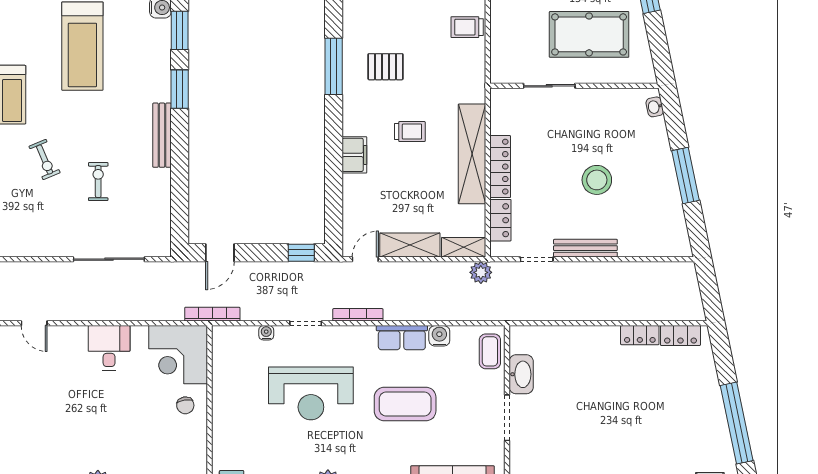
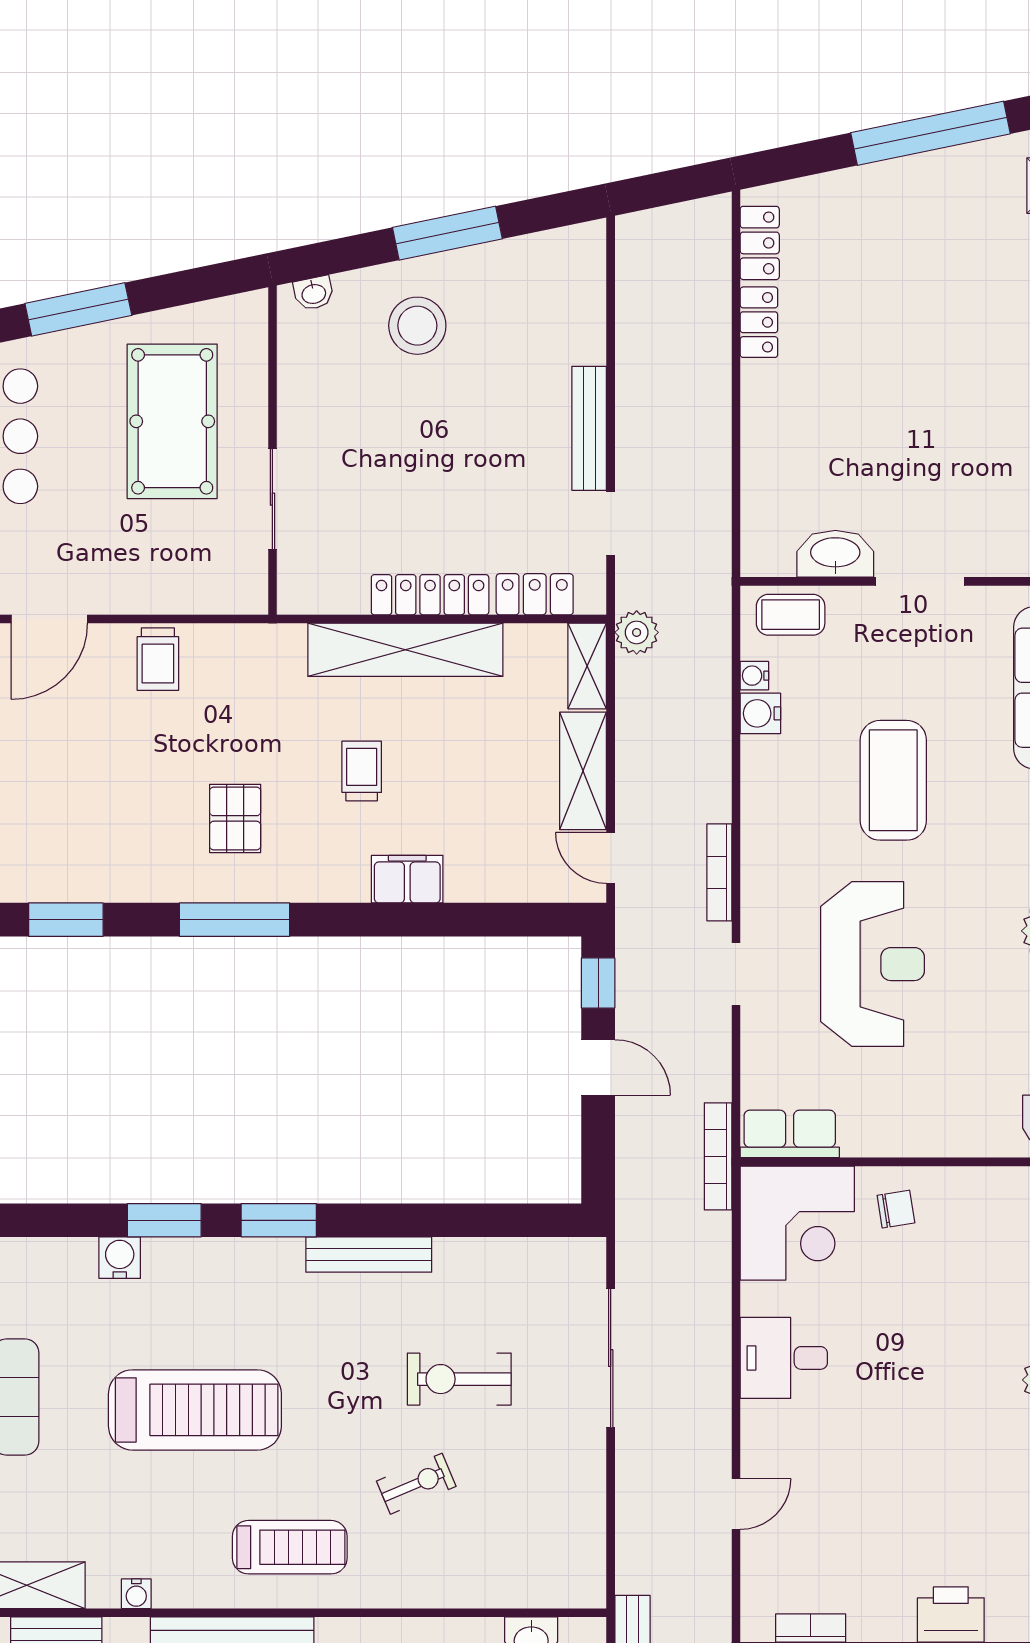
stool: (597, 180) -> (417, 326), moved
exercise bike: (98, 182) -> (459, 1379), width x1.38, depth x1.39
door: (220, 253) -> (598, 1068), moved
water cooler: (266, 333) -> (754, 676), moved
row of seats: (402, 338) -> (790, 1134), moved, turned -90

